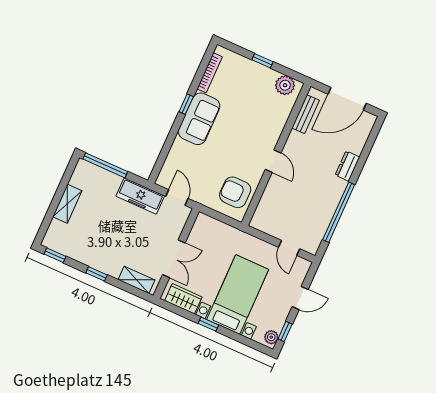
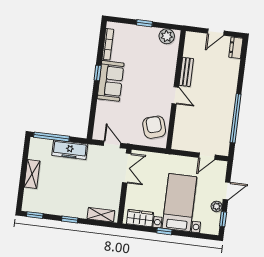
door: (347, 99) -> (216, 32), width x0.53
bench: (306, 114) -> (186, 72), moved
dresser: (347, 166) -> (236, 48), moved
armchair: (235, 192) -> (154, 127), turned 73
freezer: (140, 196) -> (70, 150), moved
door: (289, 248) -> (207, 156), hinge flipped
double door: (174, 259) -> (127, 168), moved
plant: (271, 337) -> (217, 206), moved

